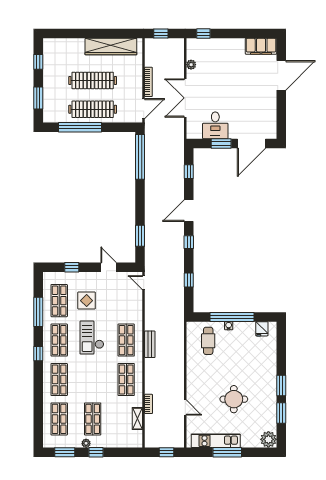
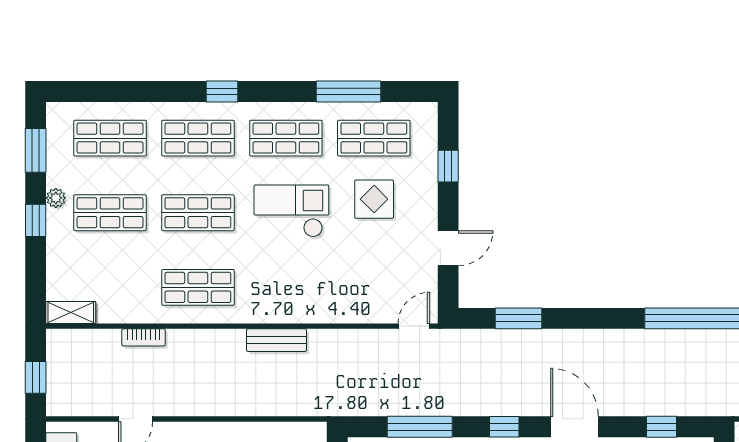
window: (189, 280) -> (420, 427), width x2.17
shop shelf: (126, 340) -> (198, 213), moved
window: (38, 354) -> (222, 92), moved
shelving: (137, 419) -> (71, 312), moved

